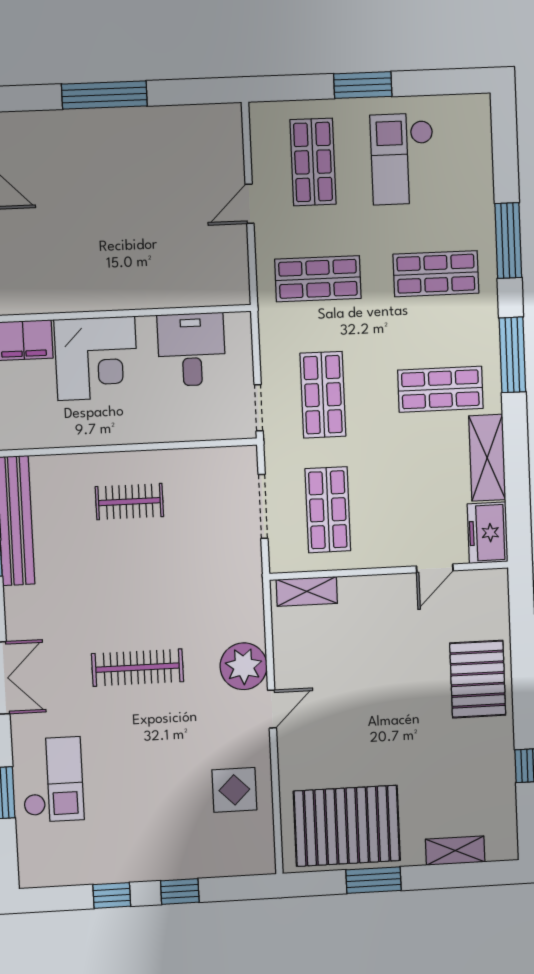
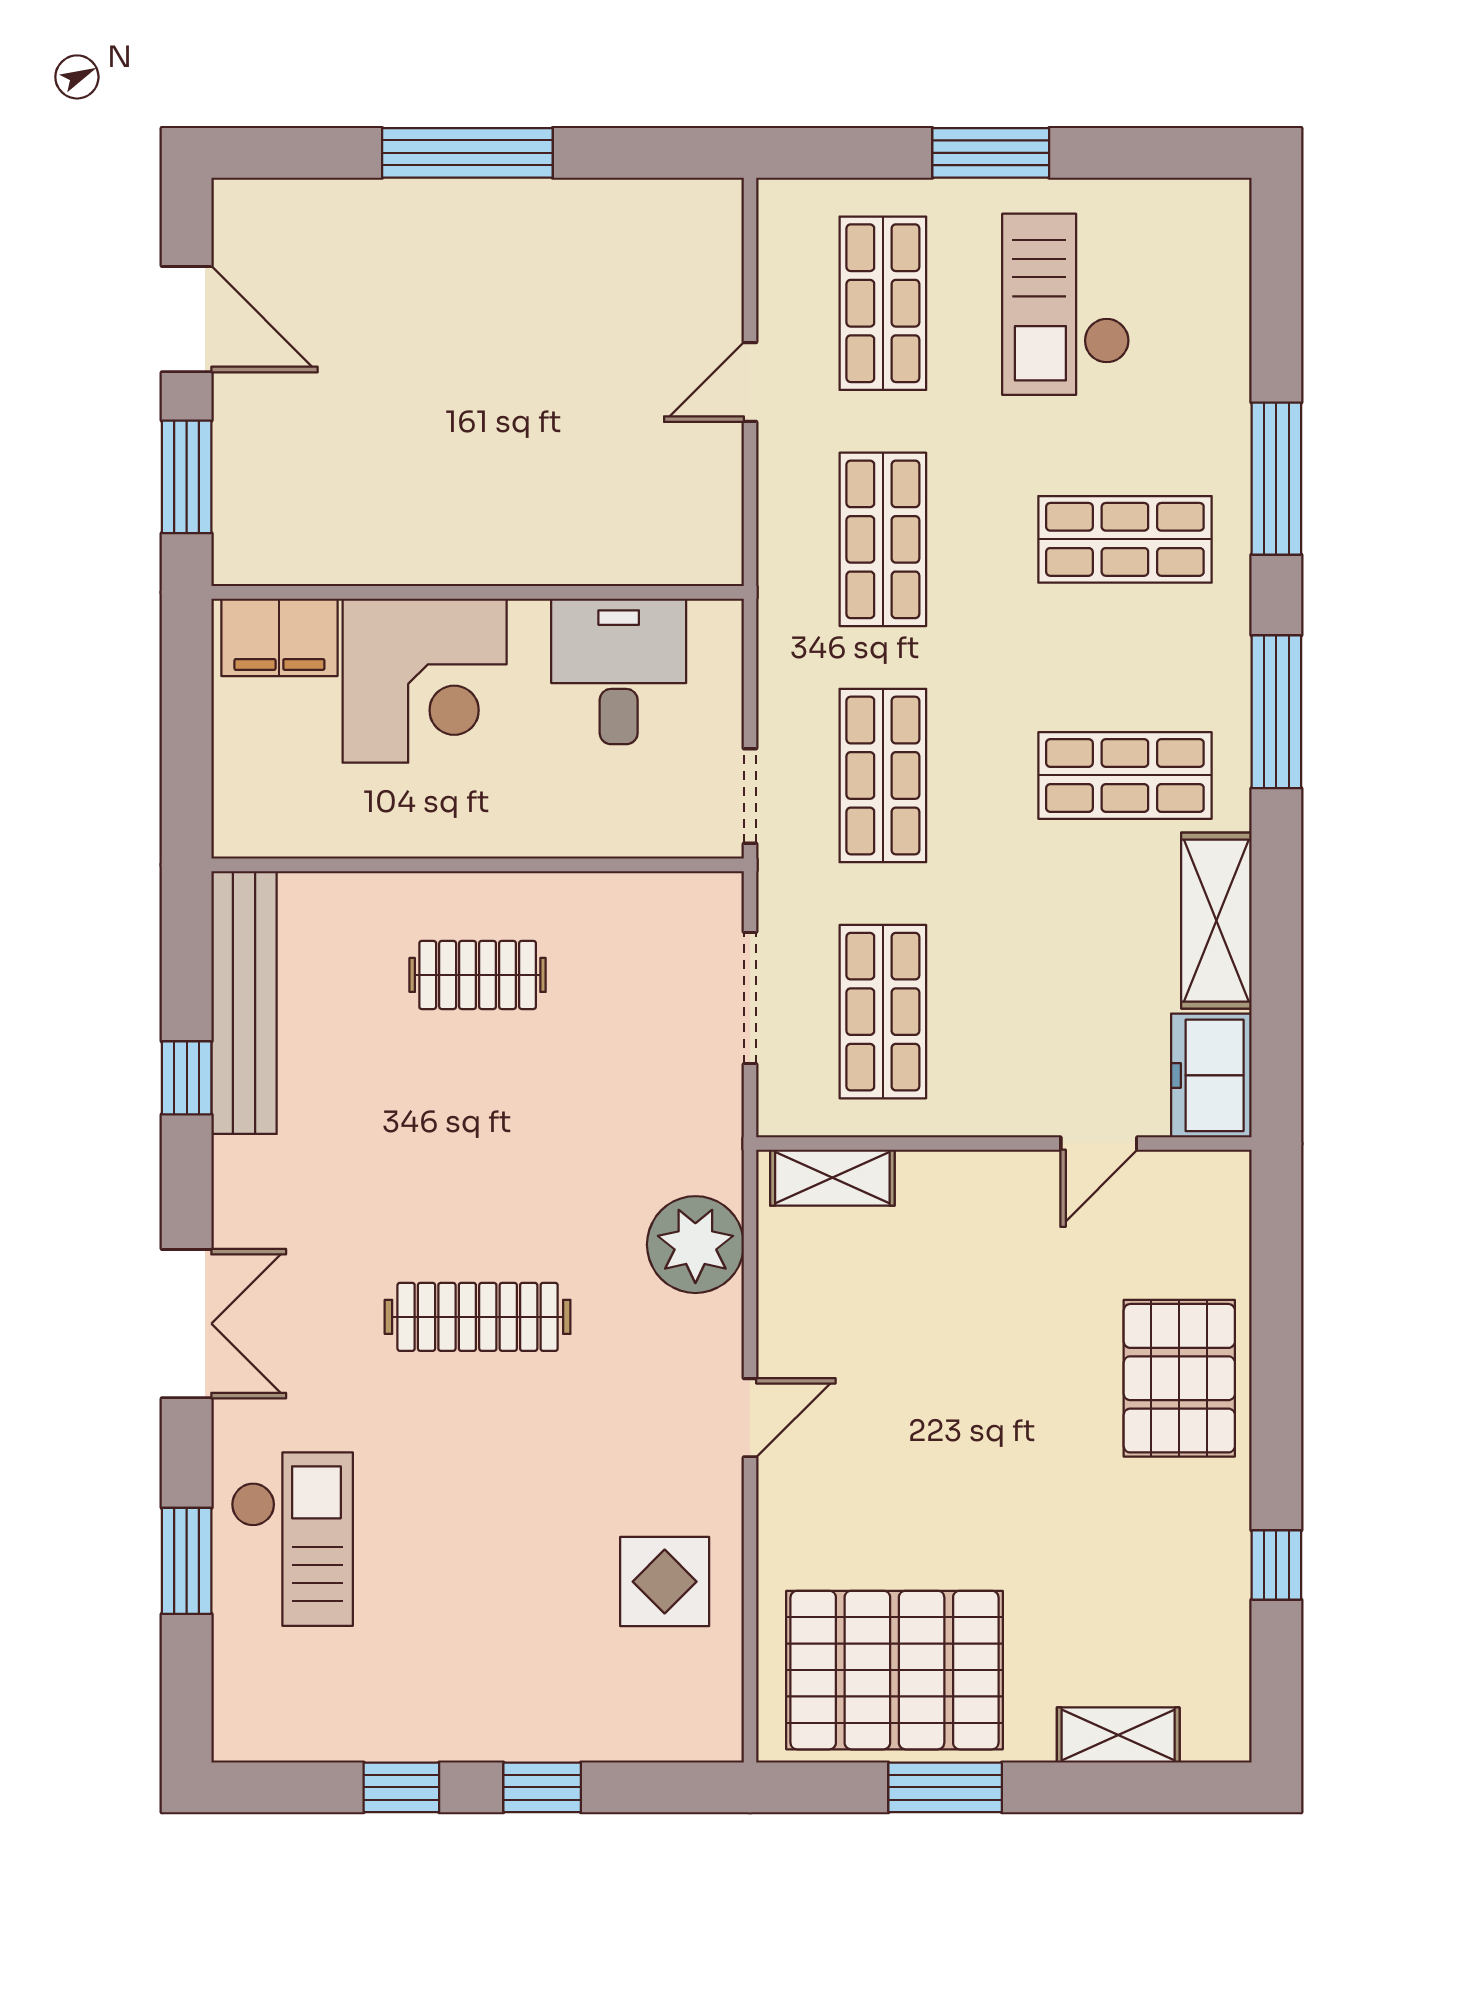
shop shelf: (318, 279) -> (883, 539), turned 90
plant: (244, 666) -> (695, 1245), moved

